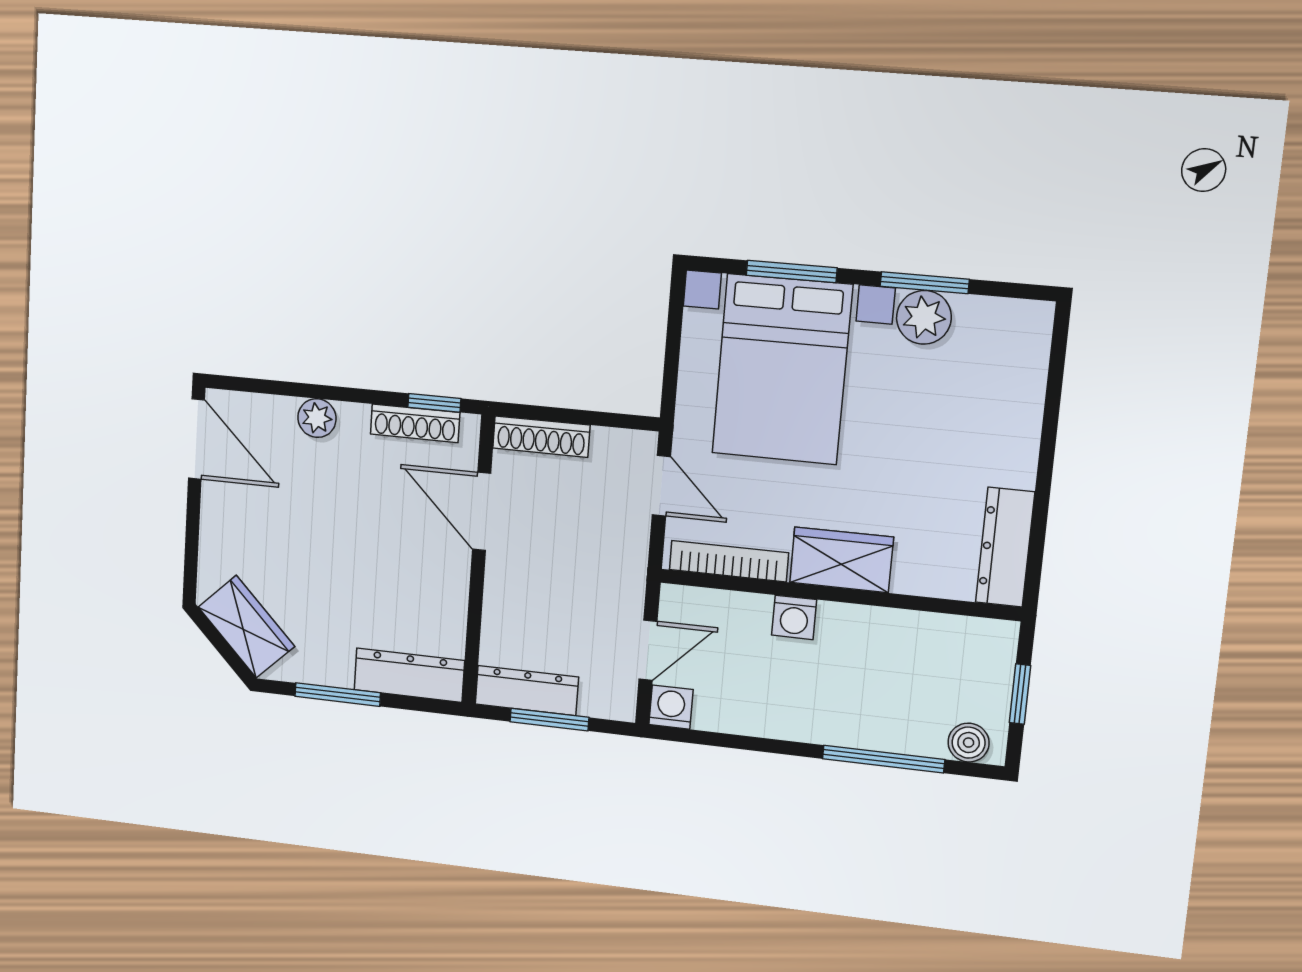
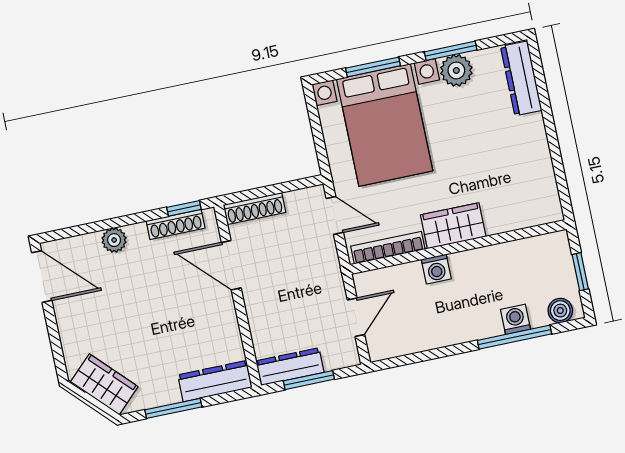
dresser: (1005, 547) -> (521, 78), moved
washing machine: (671, 707) -> (515, 319), moved

